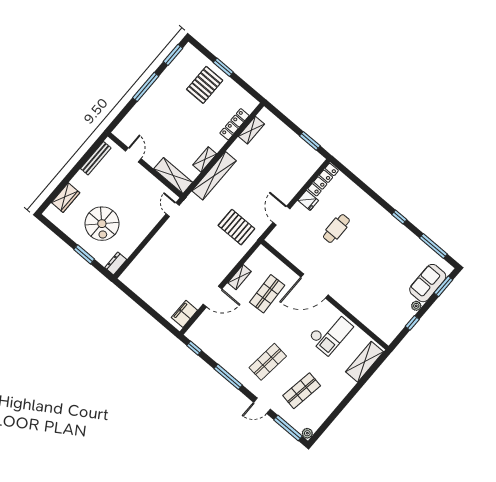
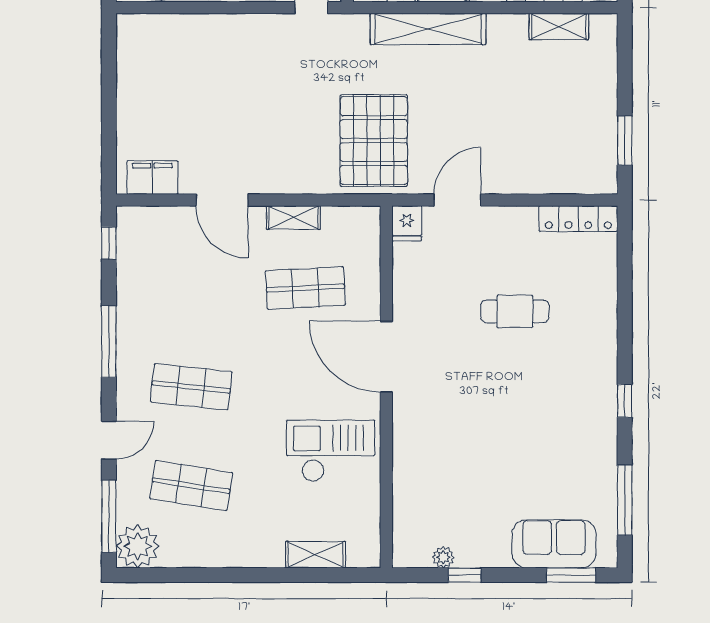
fridge: (308, 200) -> (407, 223), moved
pallet: (236, 227) -> (374, 141), width x1.37, depth x1.41
plant: (416, 306) -> (443, 557), moved
checkout: (330, 333) -> (331, 451), turned 180
shelving: (365, 362) -> (316, 555), width x0.67, depth x0.75
door: (262, 406) -> (109, 440), swing flipped
plant: (307, 433) -> (138, 546), width x1.87, depth x1.87

